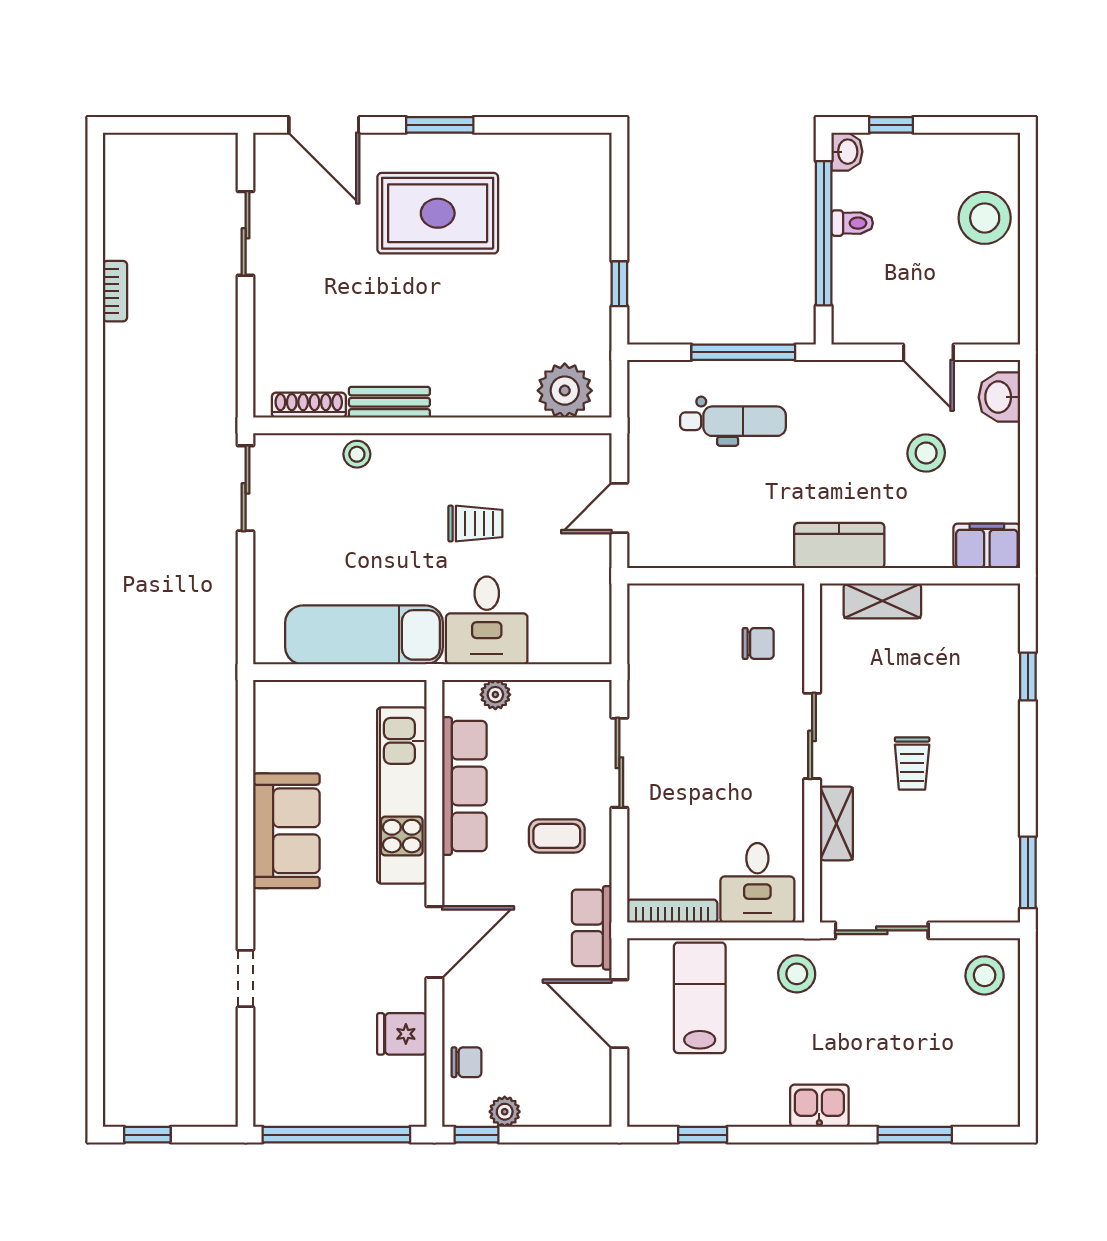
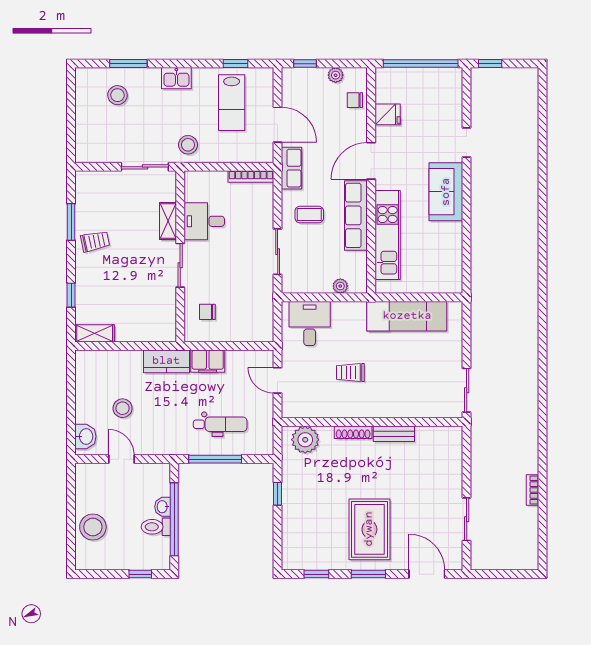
window: (543, 125) -> (316, 574), added
washbasin: (847, 152) -> (163, 507), moved
rug: (438, 213) -> (369, 529), turned 90
toilet: (852, 223) -> (156, 527), width x1.37, depth x1.39
shoe rack: (309, 405) -> (353, 432), moved
dental chair: (733, 421) -> (220, 424), turned 180
stool: (357, 454) -> (410, 408), removed
door: (619, 508) -> (278, 380), swing flipped
filing cabinet: (987, 546) -> (208, 361), moved
shelving: (882, 601) -> (95, 333), moved
desk: (487, 620) -> (310, 323), moved
trolley: (912, 763) -> (95, 241), moved, turned 78
row of seats: (464, 786) -> (356, 215), moved
sofa: (286, 831) -> (446, 192), moved
window: (1028, 872) -> (71, 222), moved
desk: (757, 883) -> (204, 221), moved, turned -90
stool: (985, 975) -> (117, 95), moved
lab bench: (700, 998) -> (232, 103), moved
window: (147, 1135) -> (490, 64), moved
window: (477, 1135) -> (305, 64), moved

